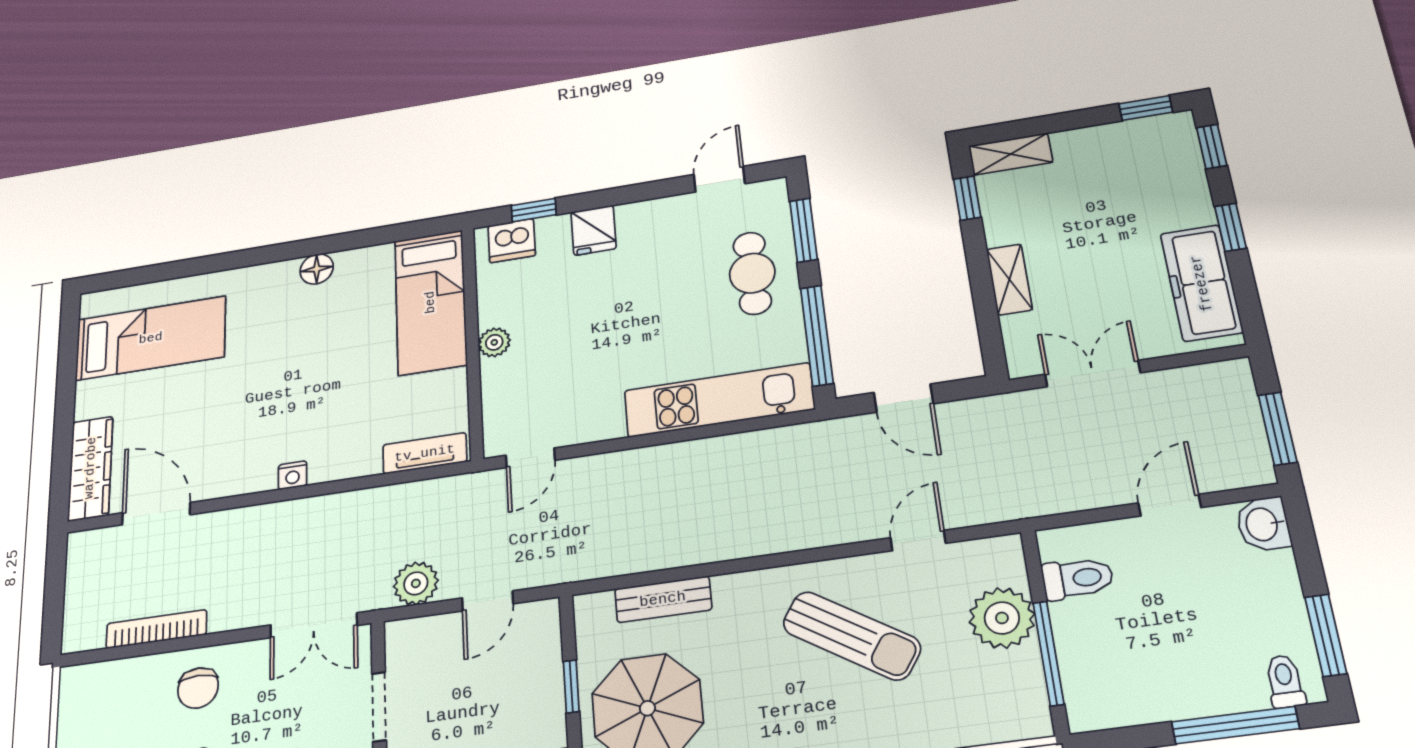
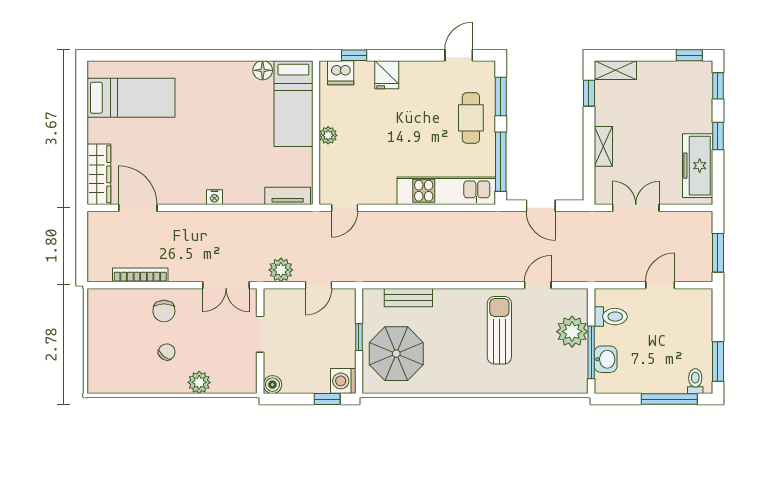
floor lamp: (317, 269) -> (263, 70), moved
washbasin: (1263, 524) -> (606, 359), moved, turned 180
sun lounger: (852, 636) -> (499, 330), turned -123

